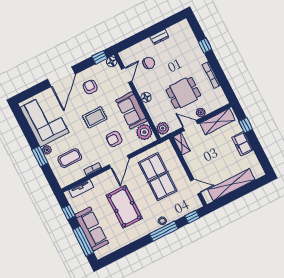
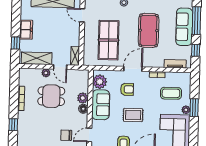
plant: (163, 128) -> (83, 98), moved

